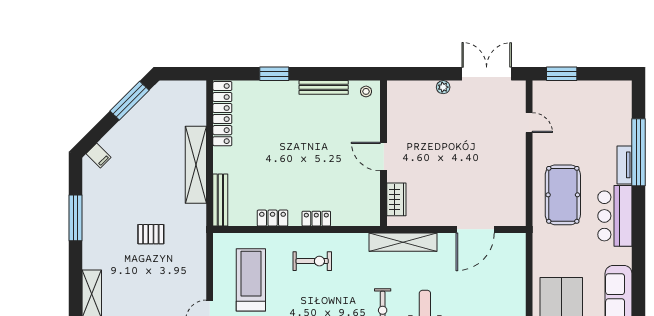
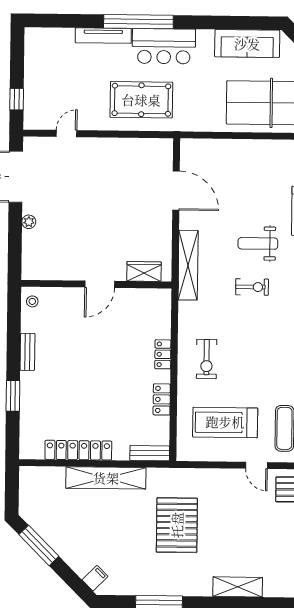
window: (562, 74) -> (17, 99), width x0.67
bench: (324, 87) -> (27, 352), width x0.73
locker: (222, 114) -> (78, 450), moved
window: (638, 152) -> (138, 22), moved
tv unit: (624, 165) -> (103, 36), width x1.41
bench: (220, 200) -> (150, 453), width x0.73
pallet: (151, 234) -> (177, 525), width x2.05, depth x2.00
exercise bike: (312, 261) -> (207, 359), turned 180

